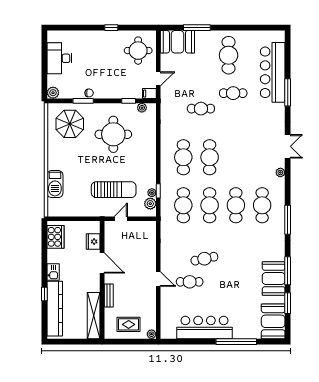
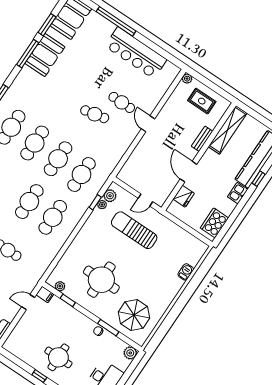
round table: (138, 51) -> (58, 357), moved
barbecue: (55, 184) -> (186, 272), width x0.53, depth x0.65

